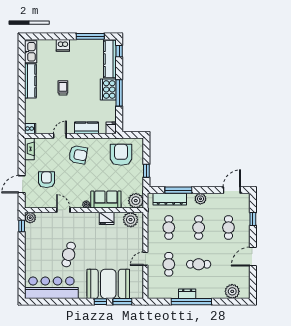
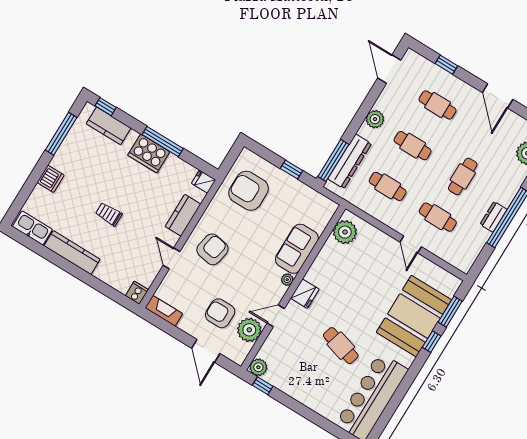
kitchen counter: (110, 59) -> (109, 126), width x0.67
window: (178, 190) -> (333, 160), moved
plant: (136, 201) -> (249, 330), moved
fridge: (107, 218) -> (305, 294), moved

